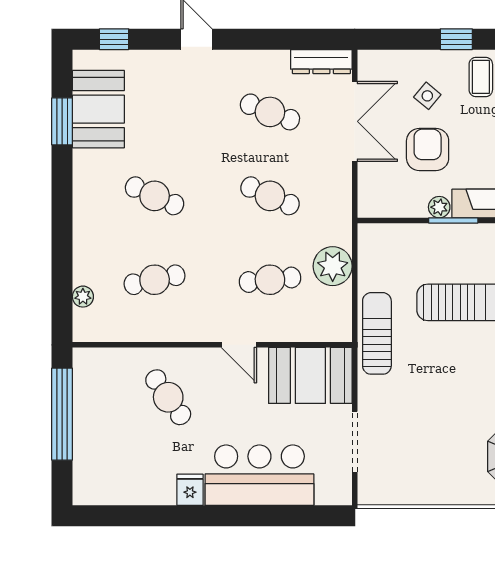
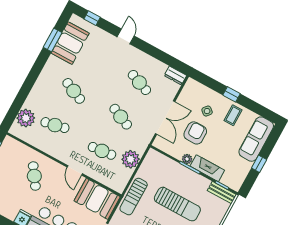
dresser: (321, 62) -> (175, 76), width x0.70
double door: (355, 121) -> (165, 118), moved
plant: (83, 297) -> (26, 118), width x1.88, depth x1.88
sun lounger: (377, 333) -> (134, 197), turned 180

